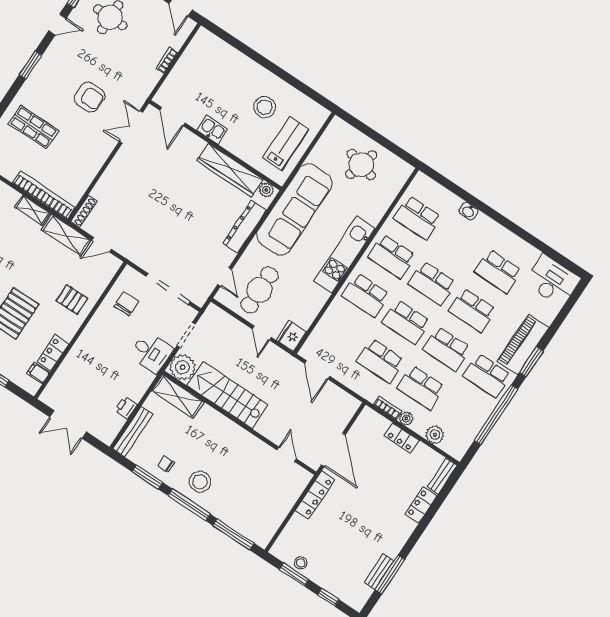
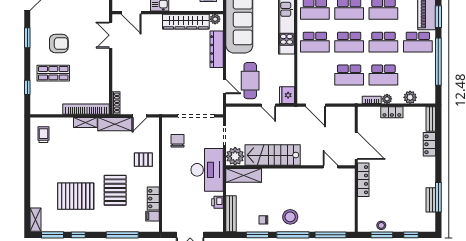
armchair: (89, 97) -> (59, 43), moved
desk: (151, 352) -> (207, 170), width x1.87, depth x1.30

